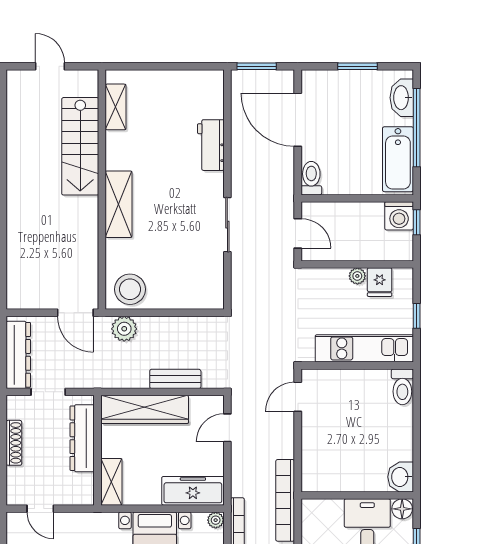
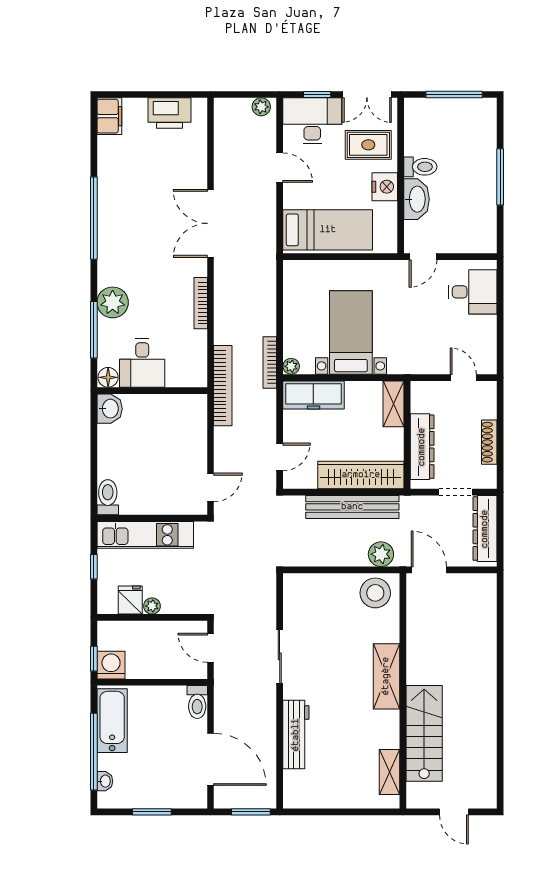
washbasin: (402, 98) -> (105, 781), width x0.52, depth x0.69
workbench: (211, 145) -> (296, 735), width x1.38
bench: (175, 379) -> (352, 507), width x1.86, depth x1.21

